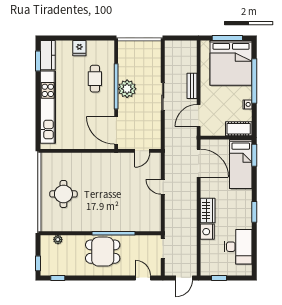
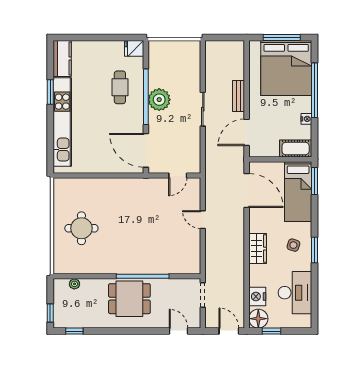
fridge: (79, 48) -> (134, 48), moved, turned 90
window: (38, 61) -> (50, 92), moved
side table: (237, 208) -> (293, 245), added
nightstand: (207, 232) -> (257, 296), moved
floor lamp: (208, 268) -> (258, 319), added
door: (184, 278) -> (229, 331), swing flipped

